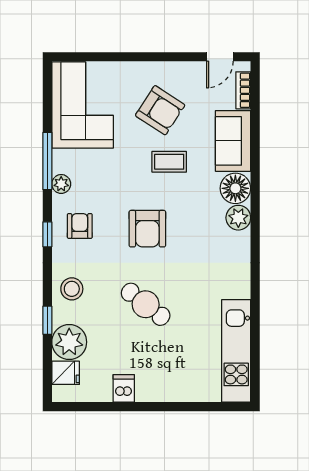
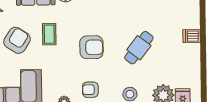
dishwasher: (124, 388) -> (192, 36), moved

